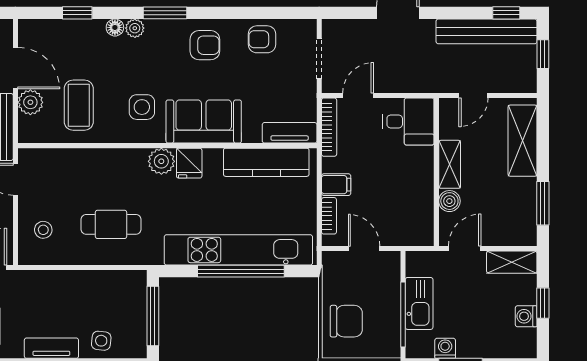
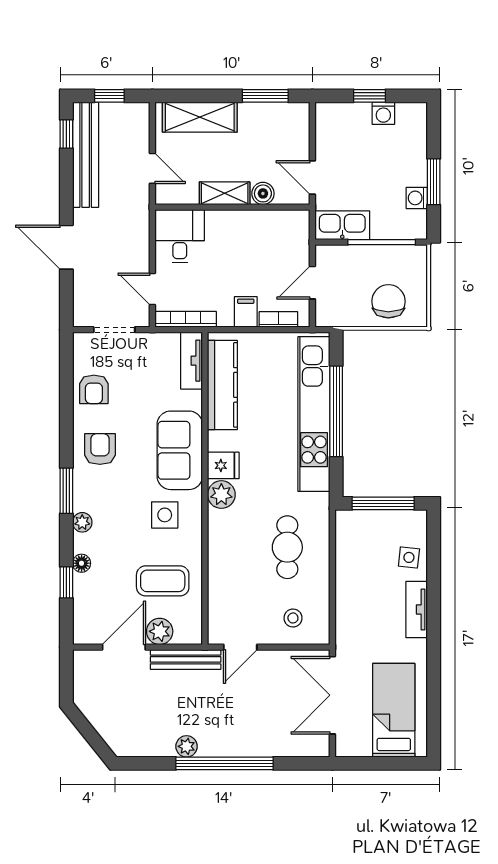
floor lamp: (115, 27) -> (82, 563), moved
shelving: (512, 262) -> (327, 128), removed
kitchen sink: (419, 303) -> (342, 225), moved

